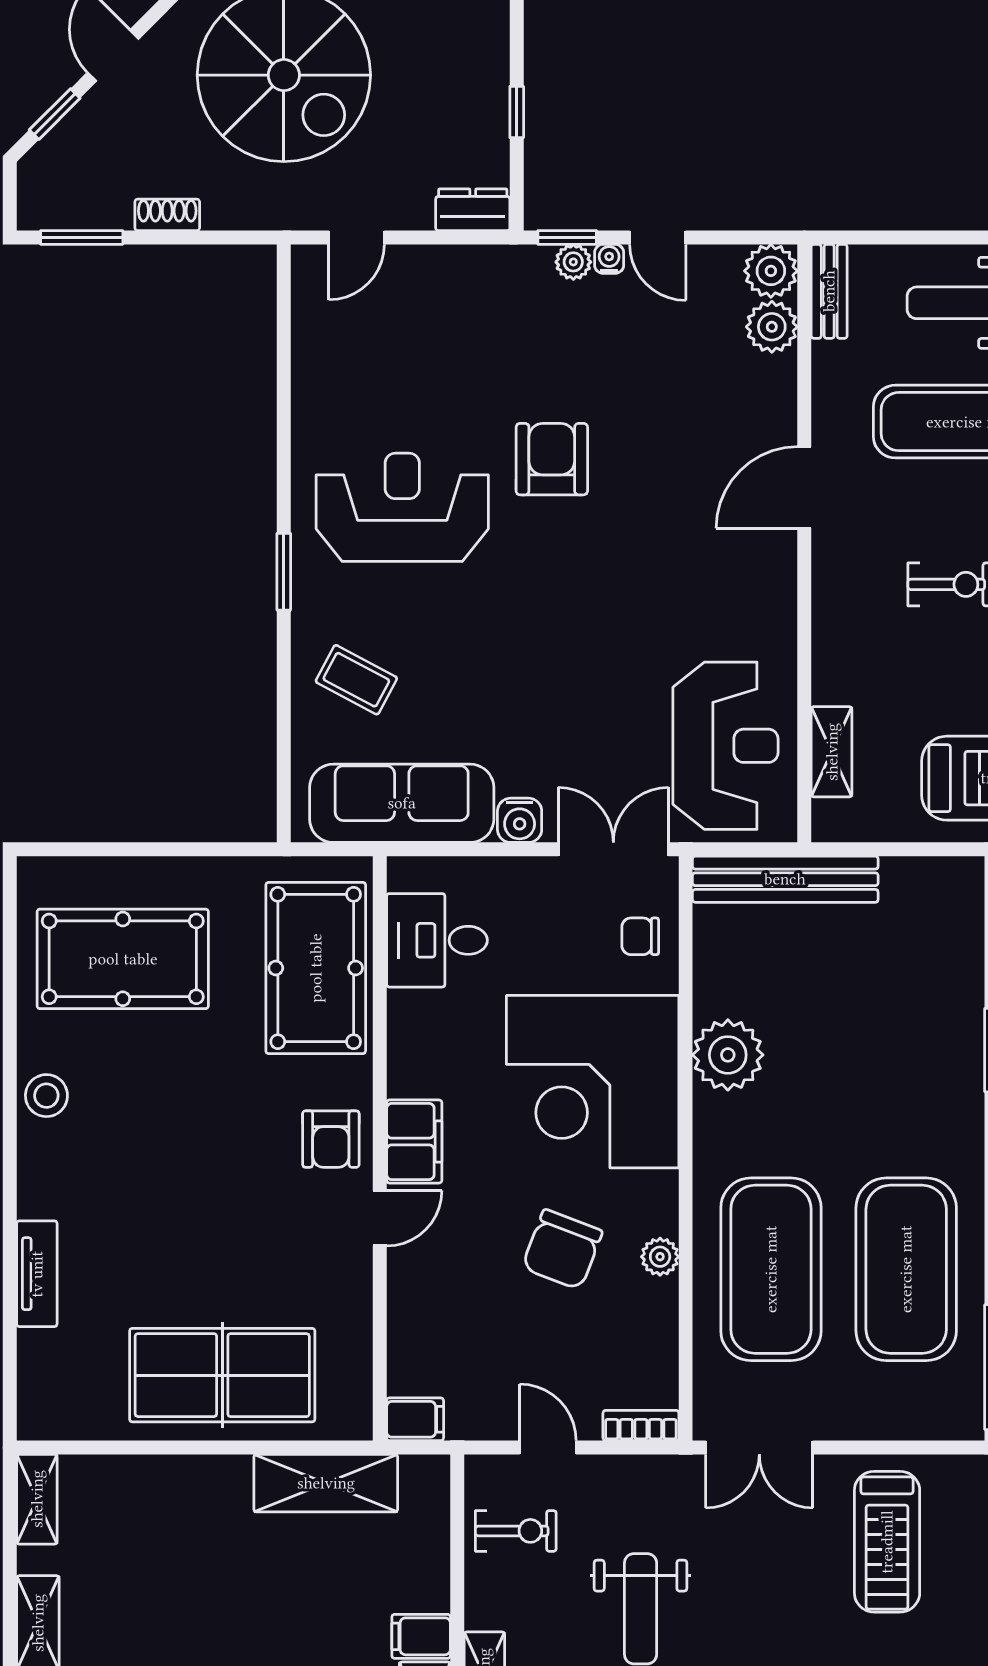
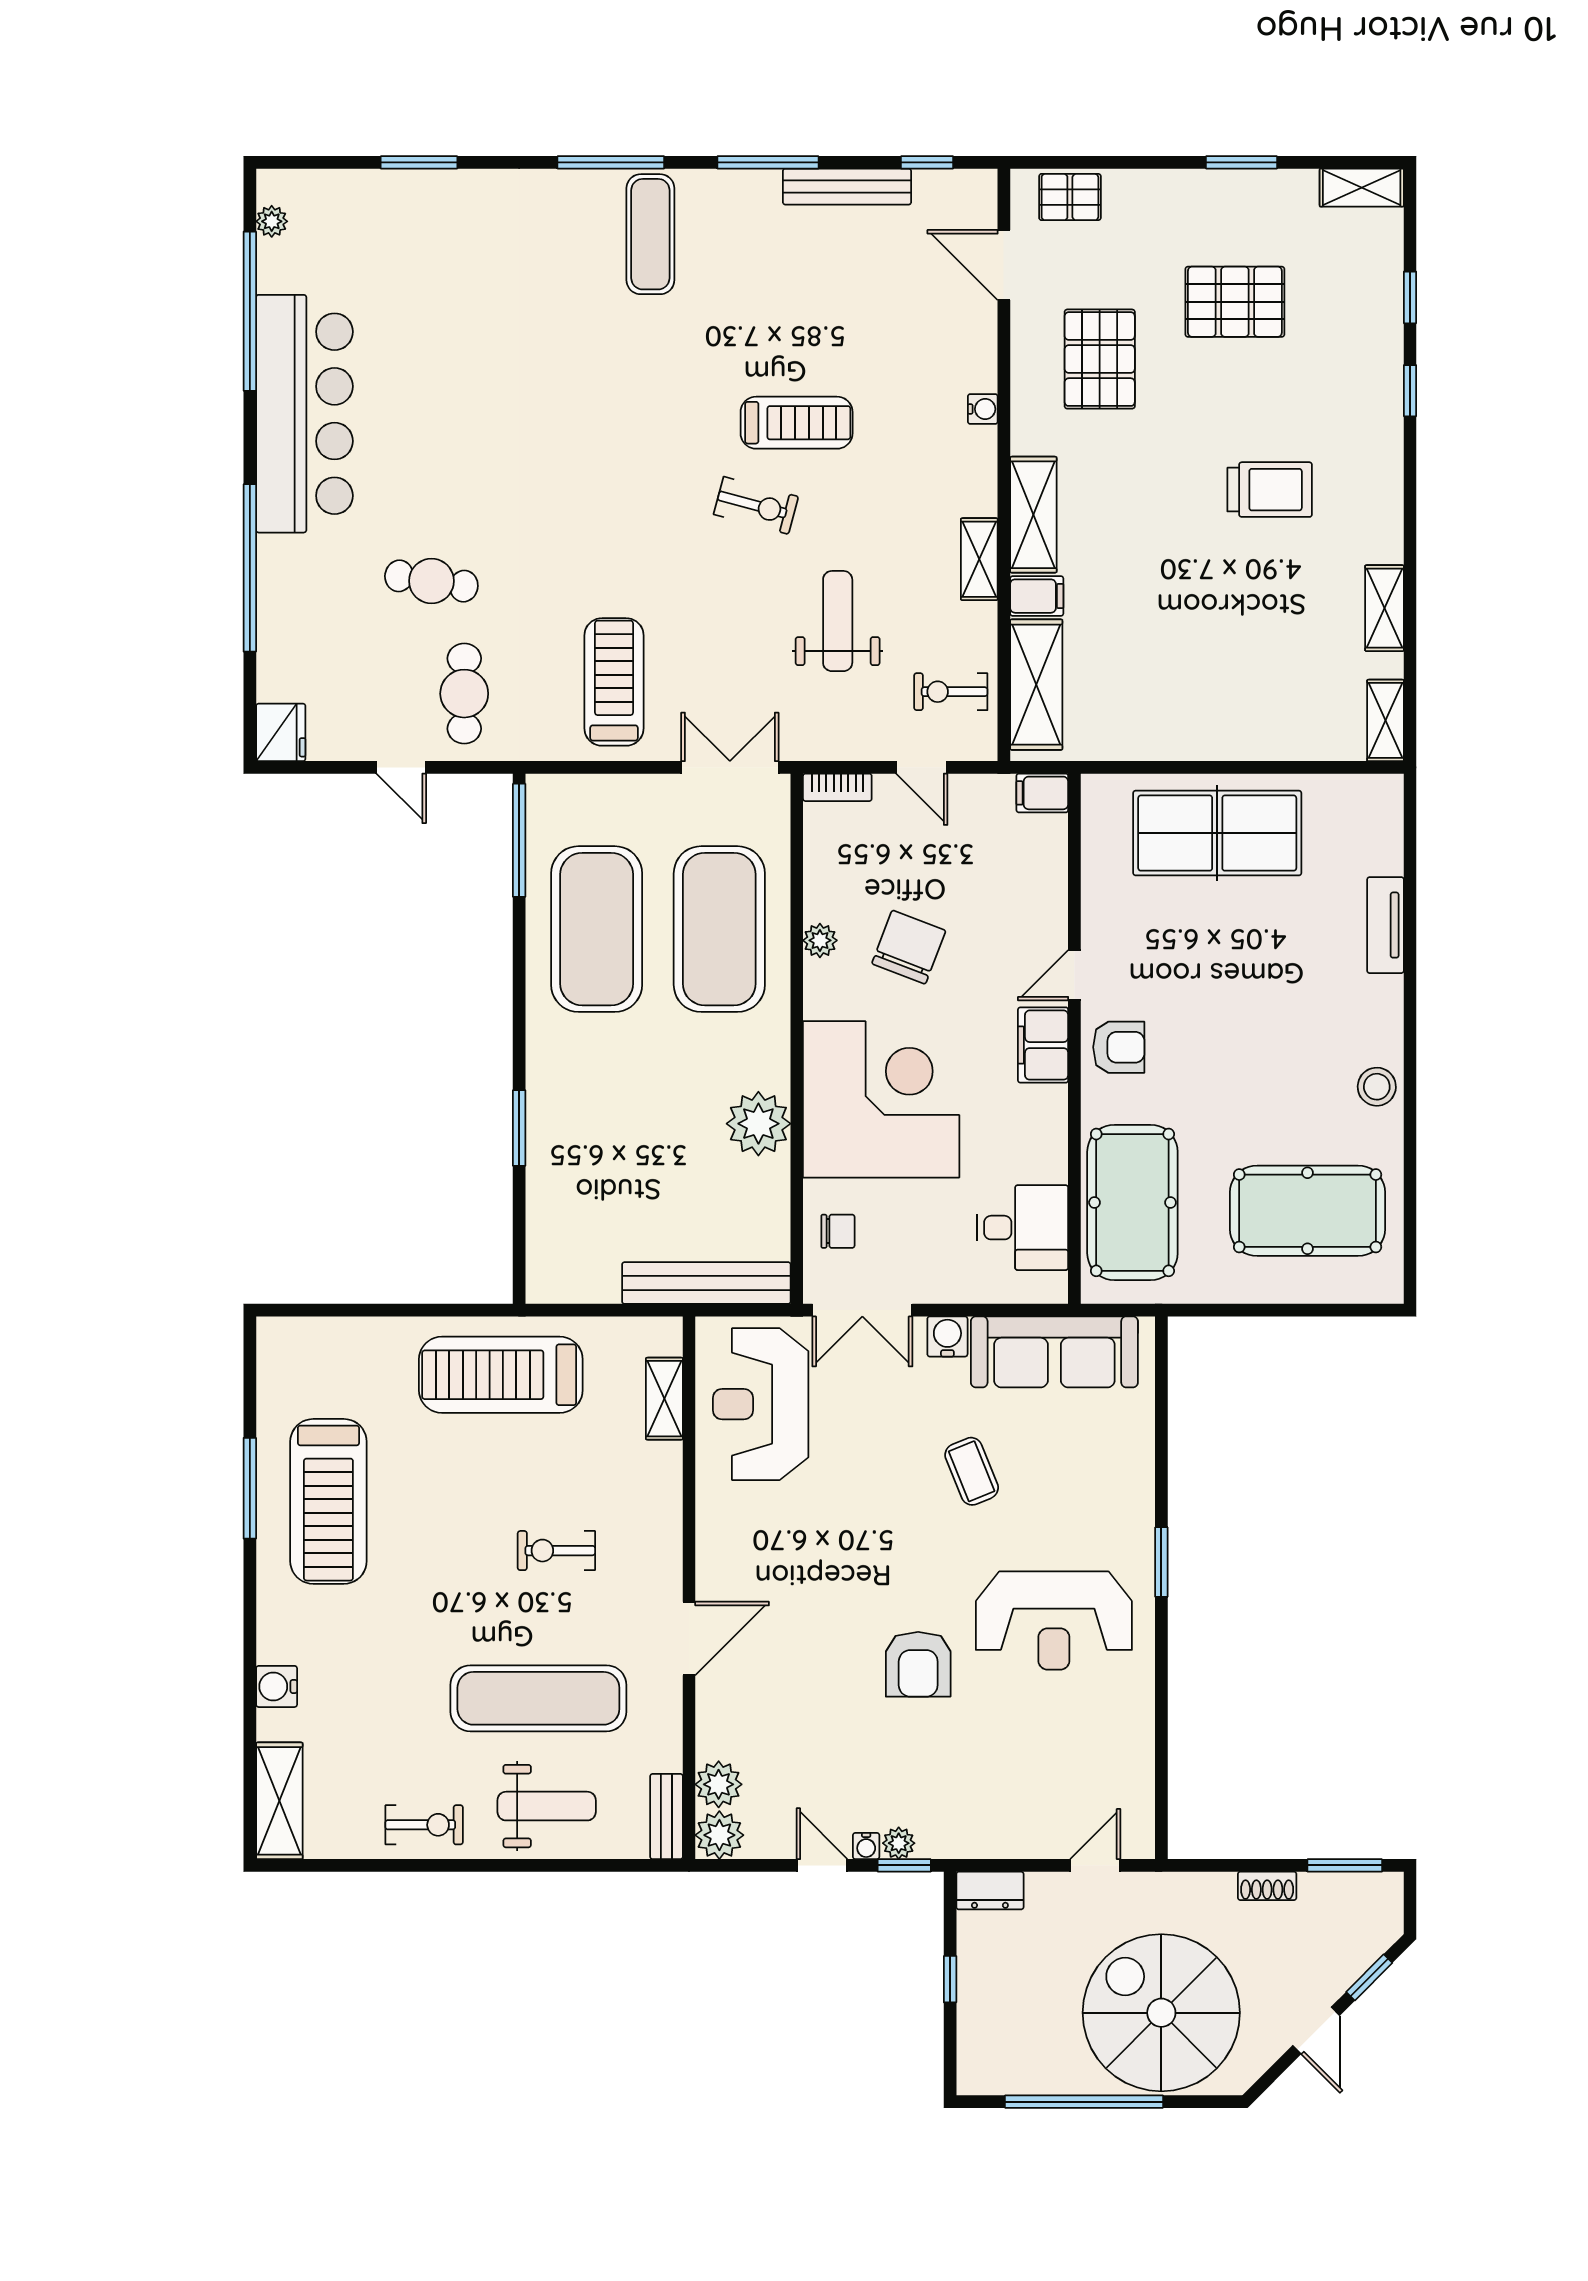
coffee table: (356, 680) -> (972, 1471), moved, turned 40
armchair: (331, 1139) -> (1119, 1047), turned 90
shelving: (326, 1483) -> (1036, 685), moved, turned 90

